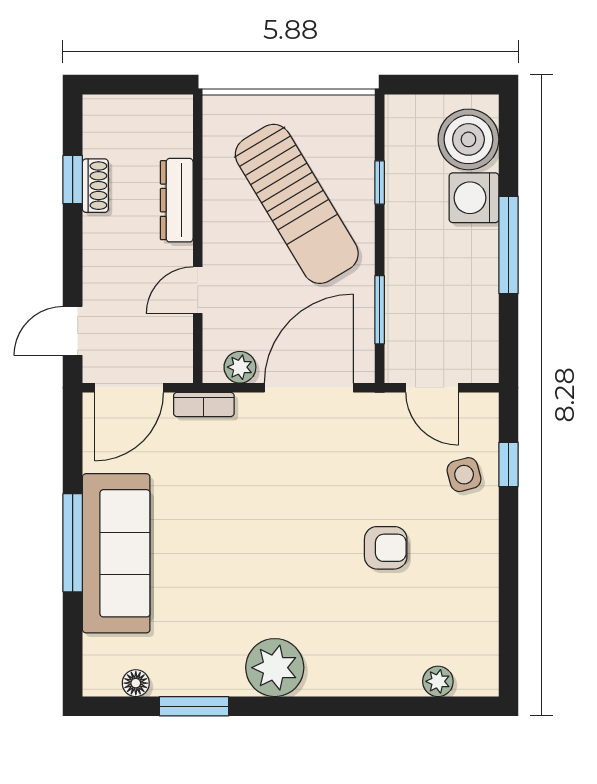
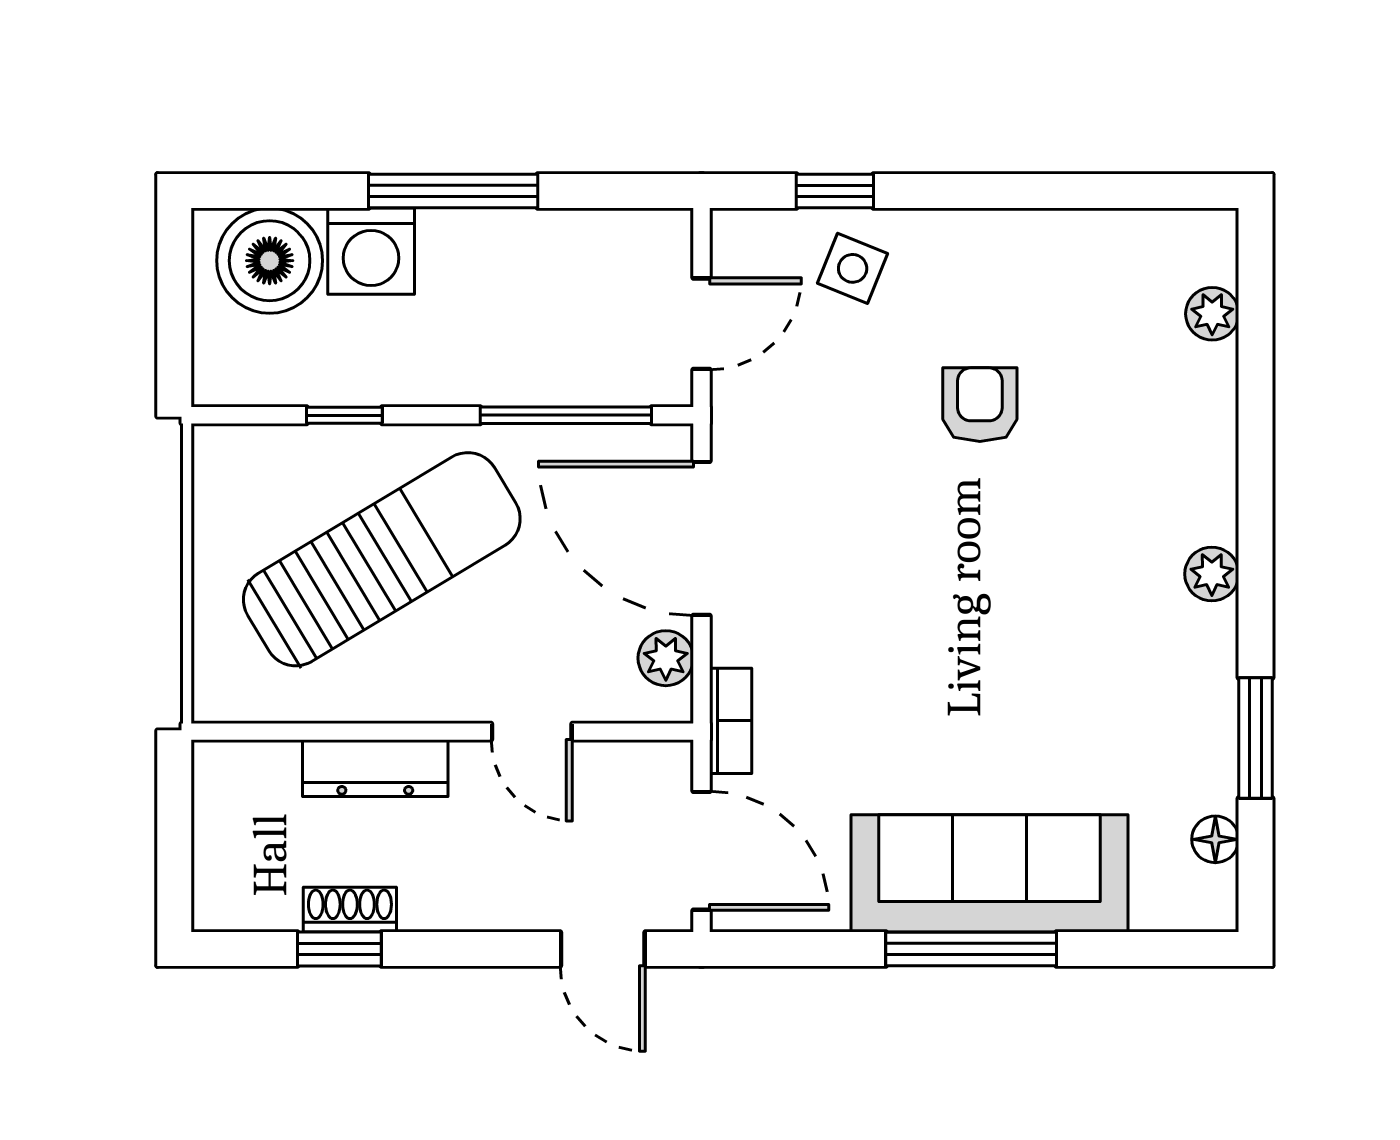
window: (380, 310) -> (566, 415), width x1.44
side table: (464, 475) -> (853, 268), turned 37
plant: (275, 668) -> (1212, 574), width x0.53, depth x0.53

